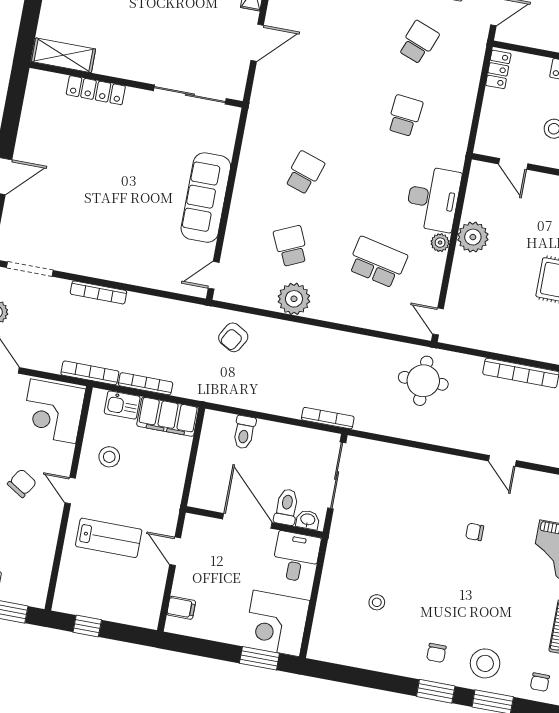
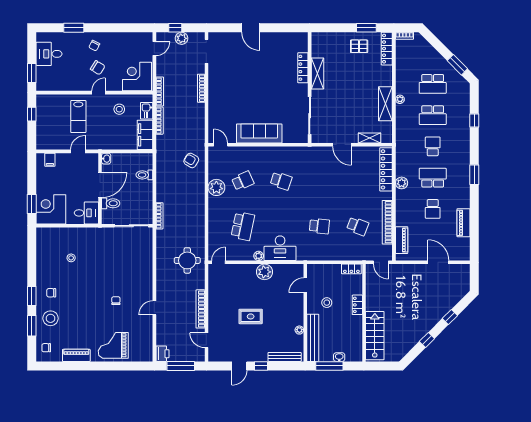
shelving: (63, 55) -> (318, 73), moved
washbasin: (308, 520) -> (106, 159), moved

